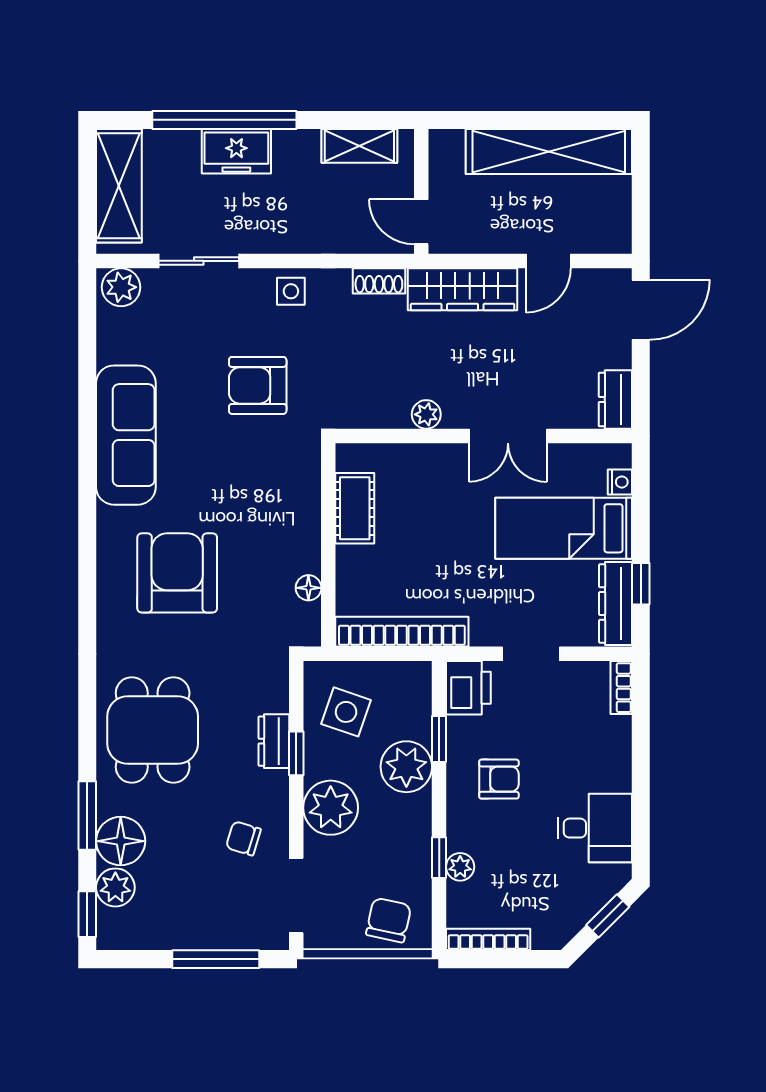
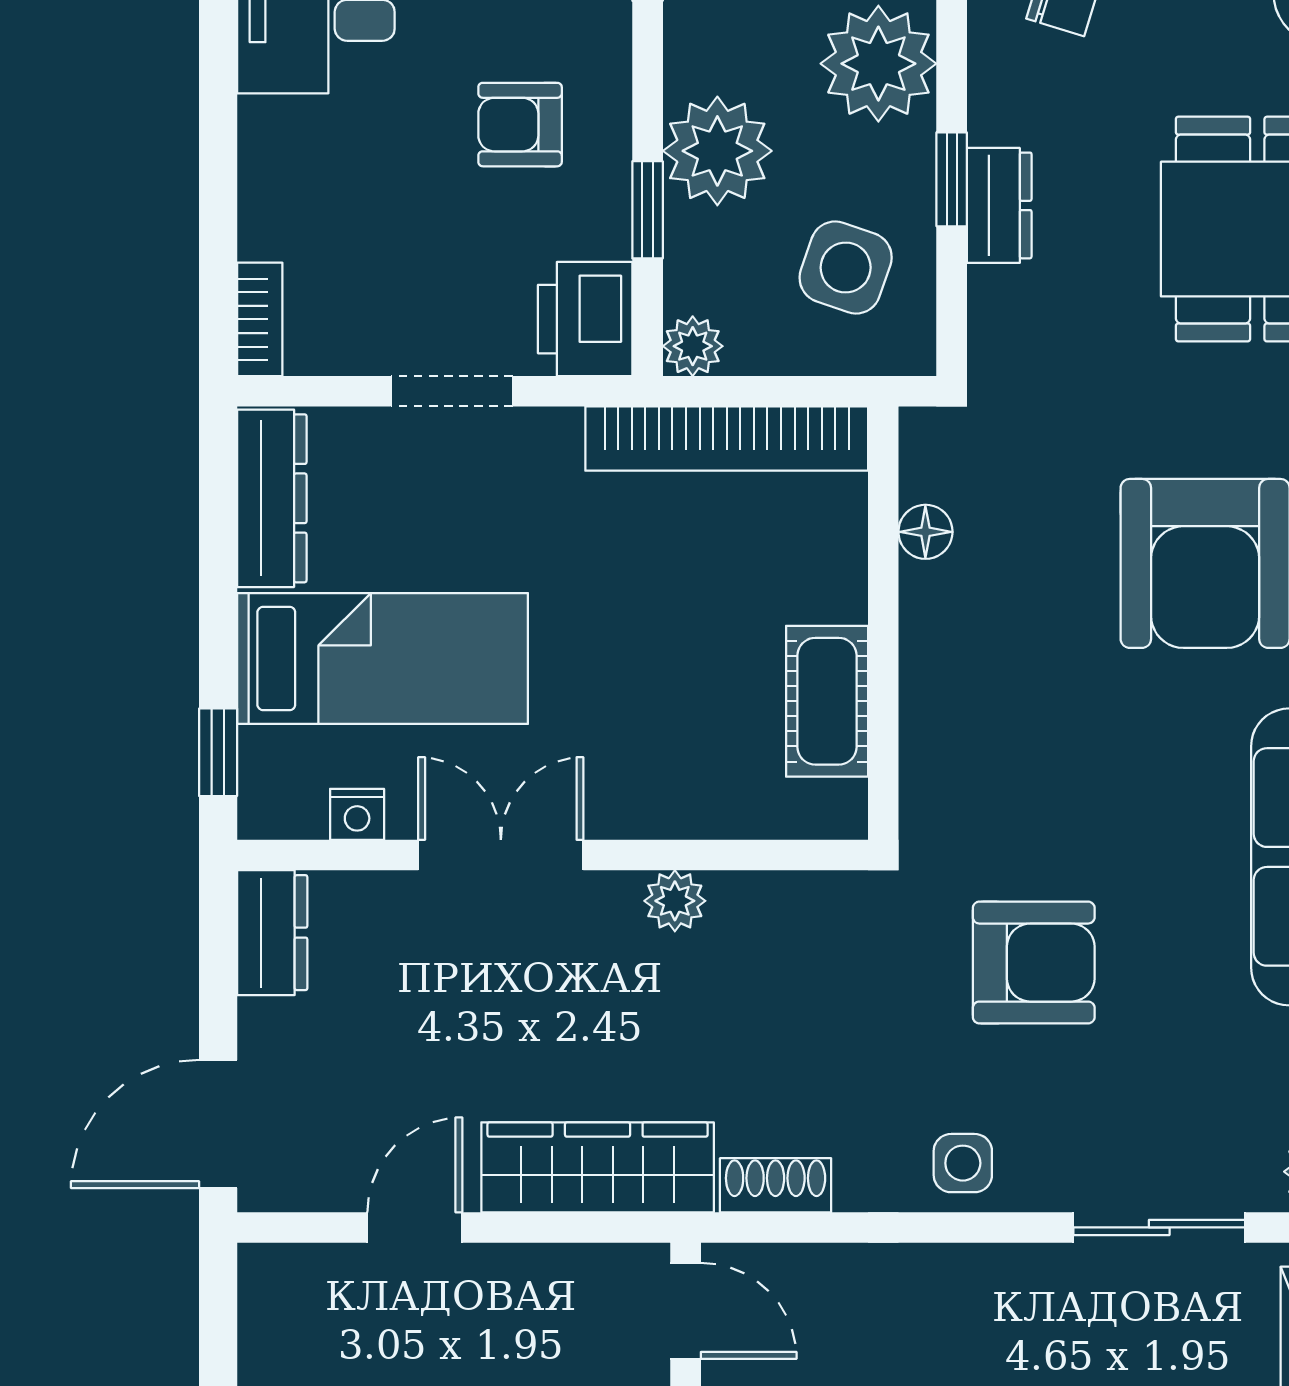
nightstand: (620, 482) -> (357, 814), moved, turned -90
window: (641, 584) -> (218, 752), moved
plant: (418, 675) -> (693, 346), added

